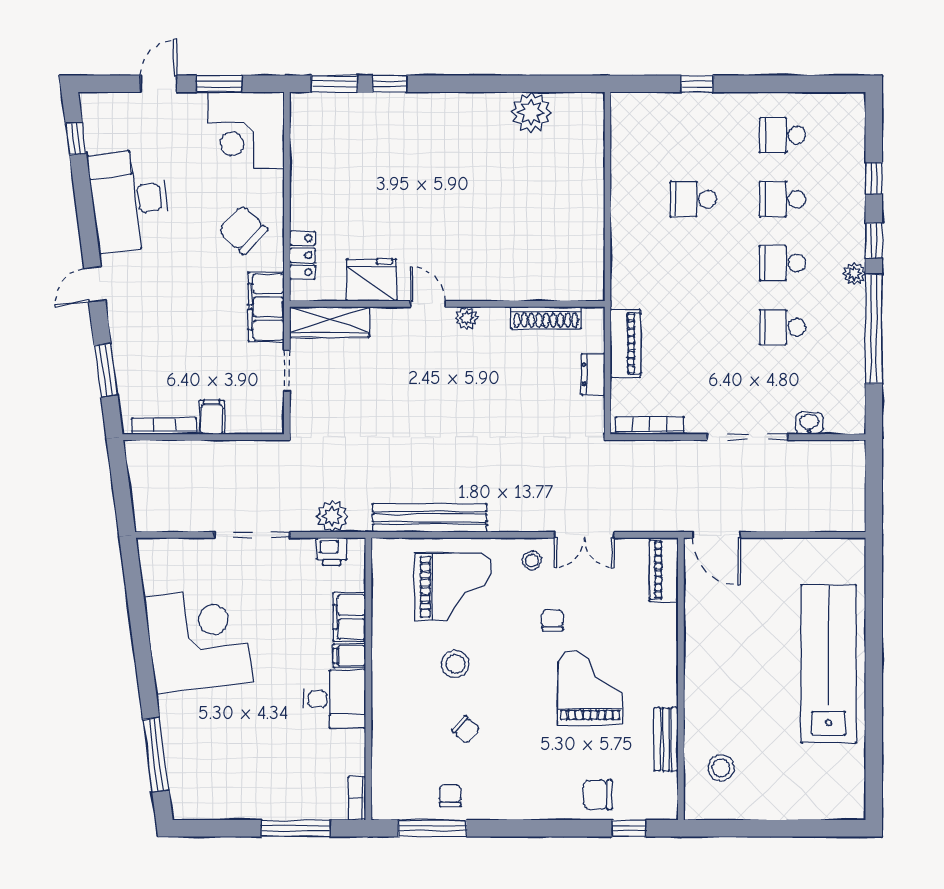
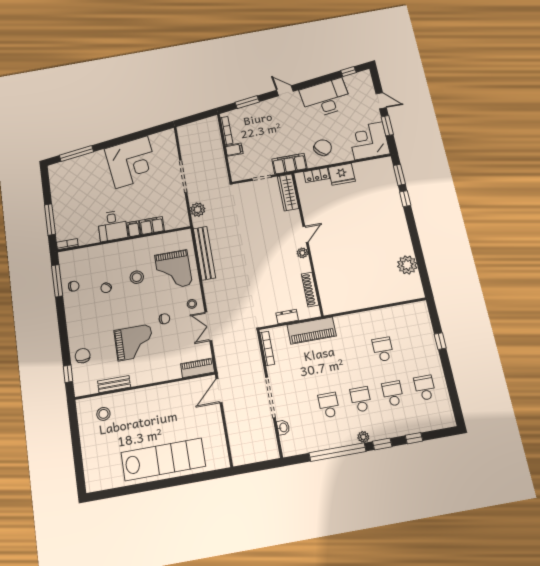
fridge: (372, 280) -> (342, 174), moved, turned 90
piano: (625, 343) -> (312, 331), width x1.37, depth x1.33
printer: (332, 551) -> (181, 212), removed

